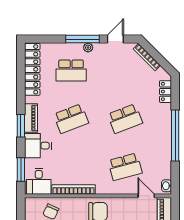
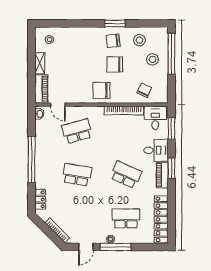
school desk: (71, 119) -> (126, 175), turned 45
school desk: (125, 119) -> (77, 175), turned 30

